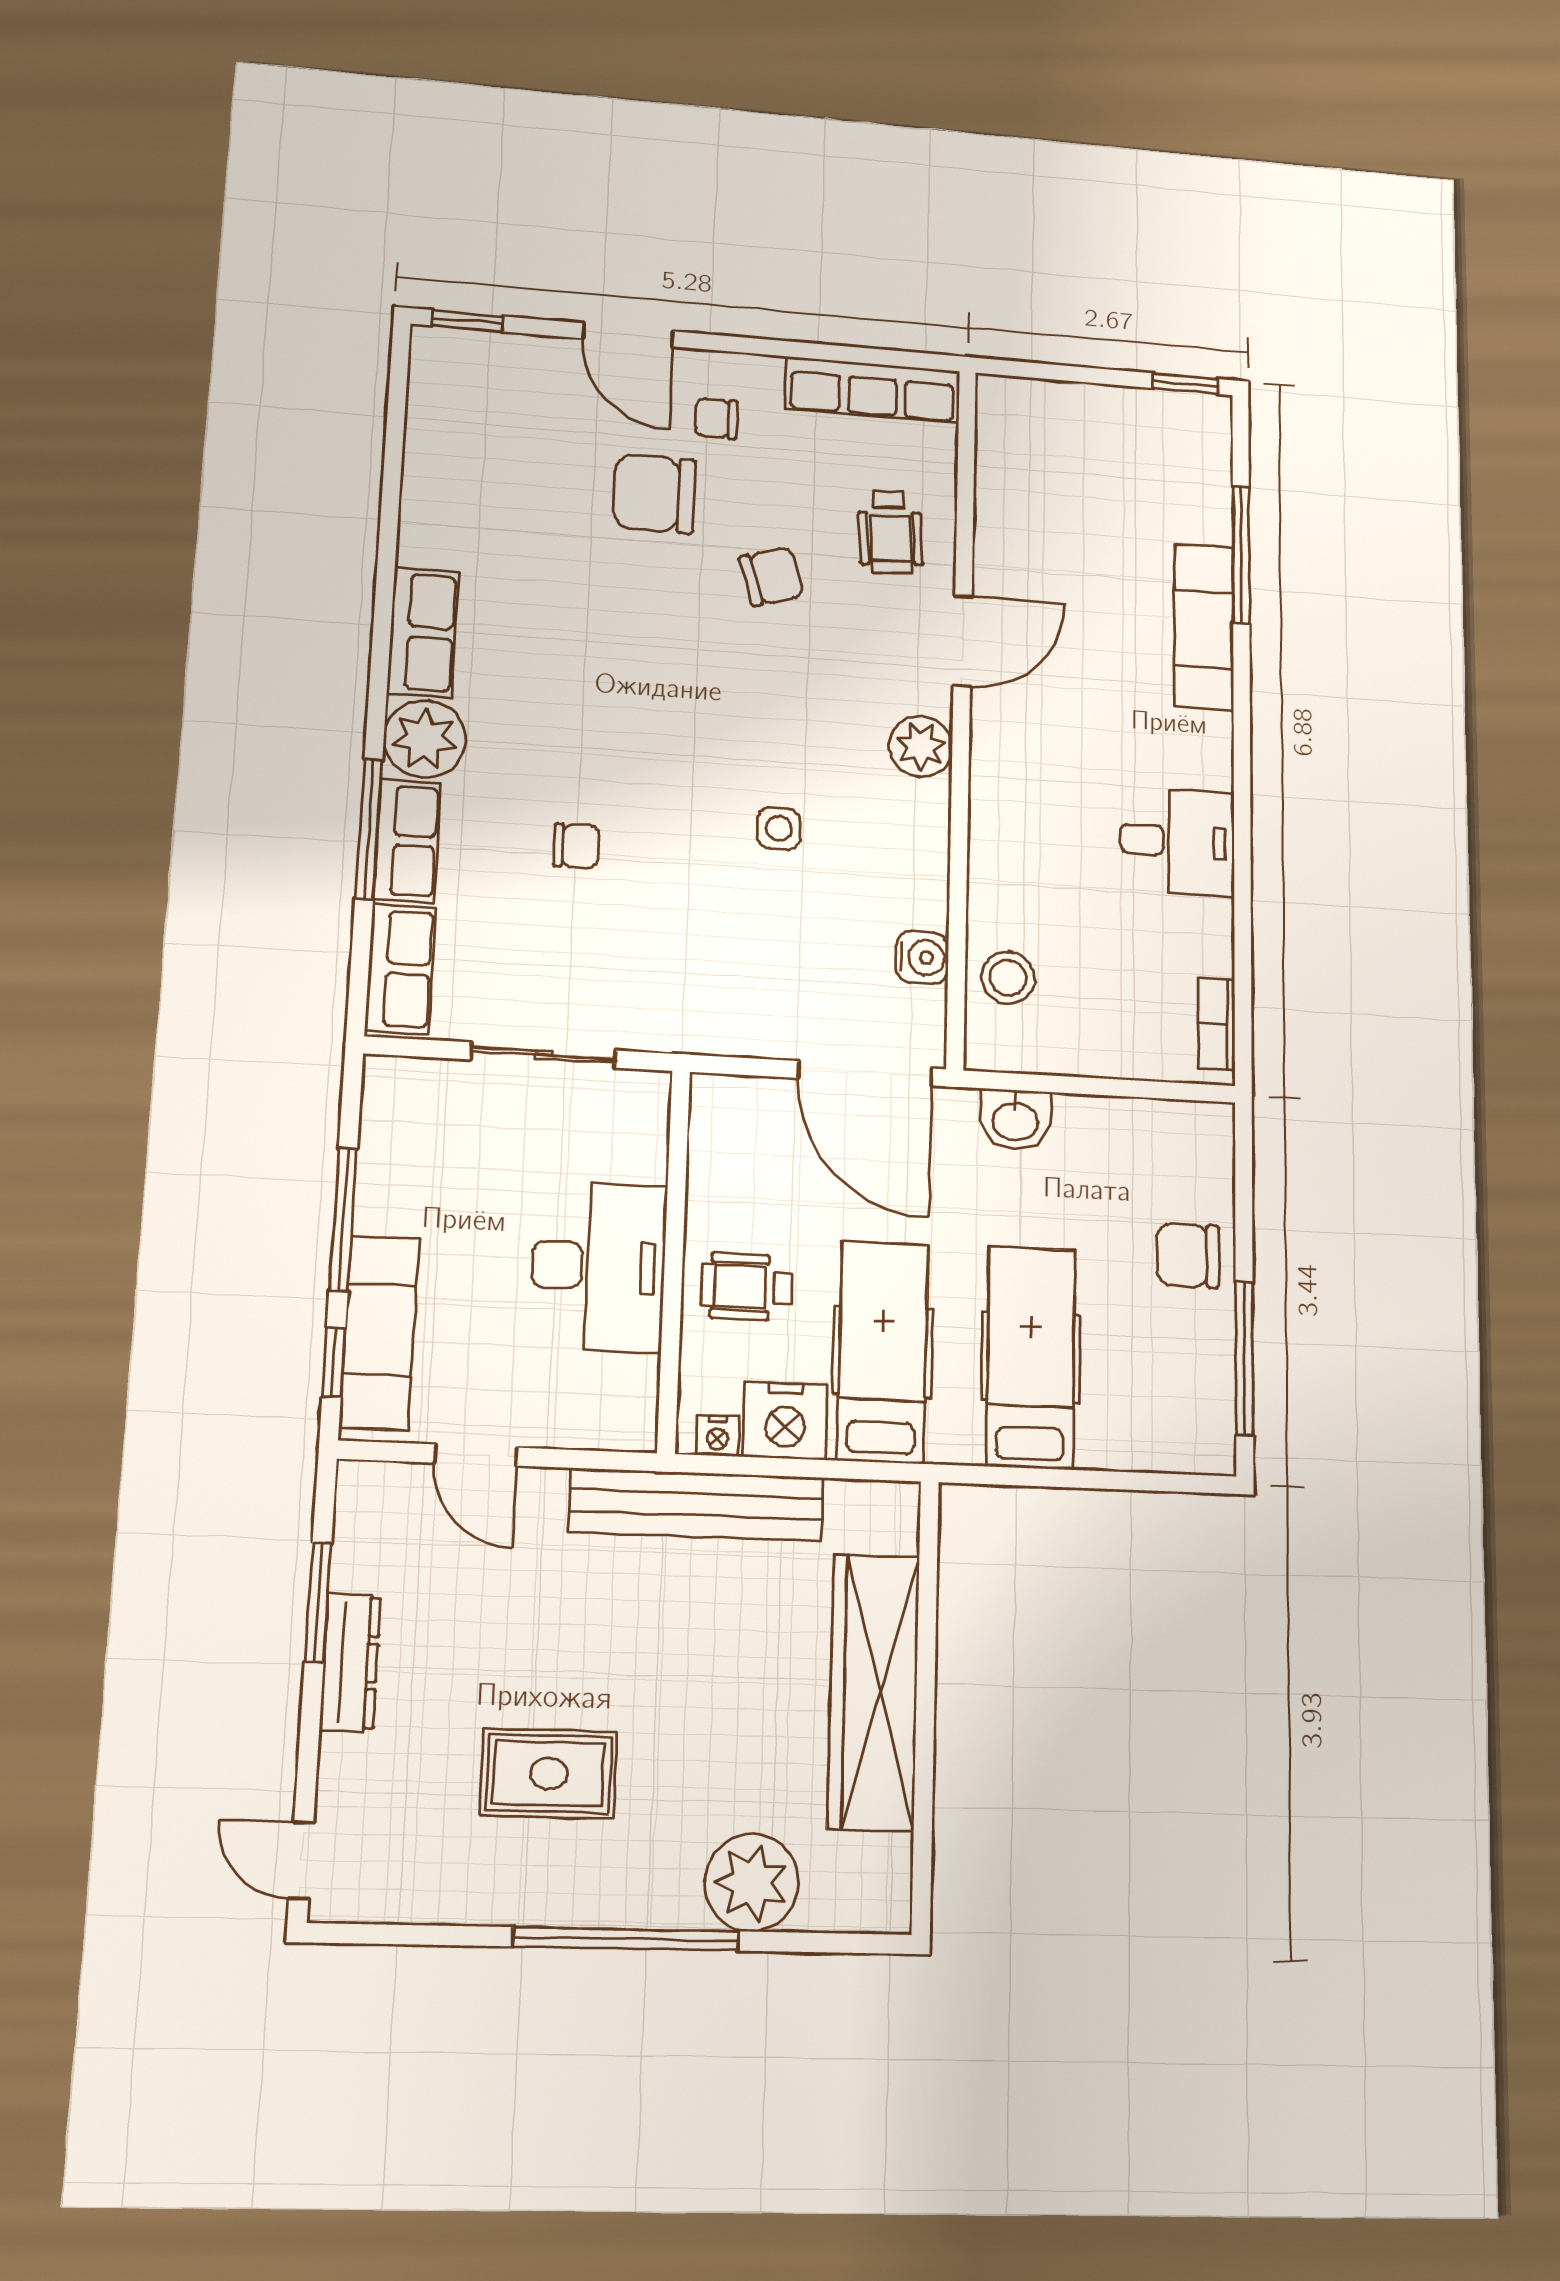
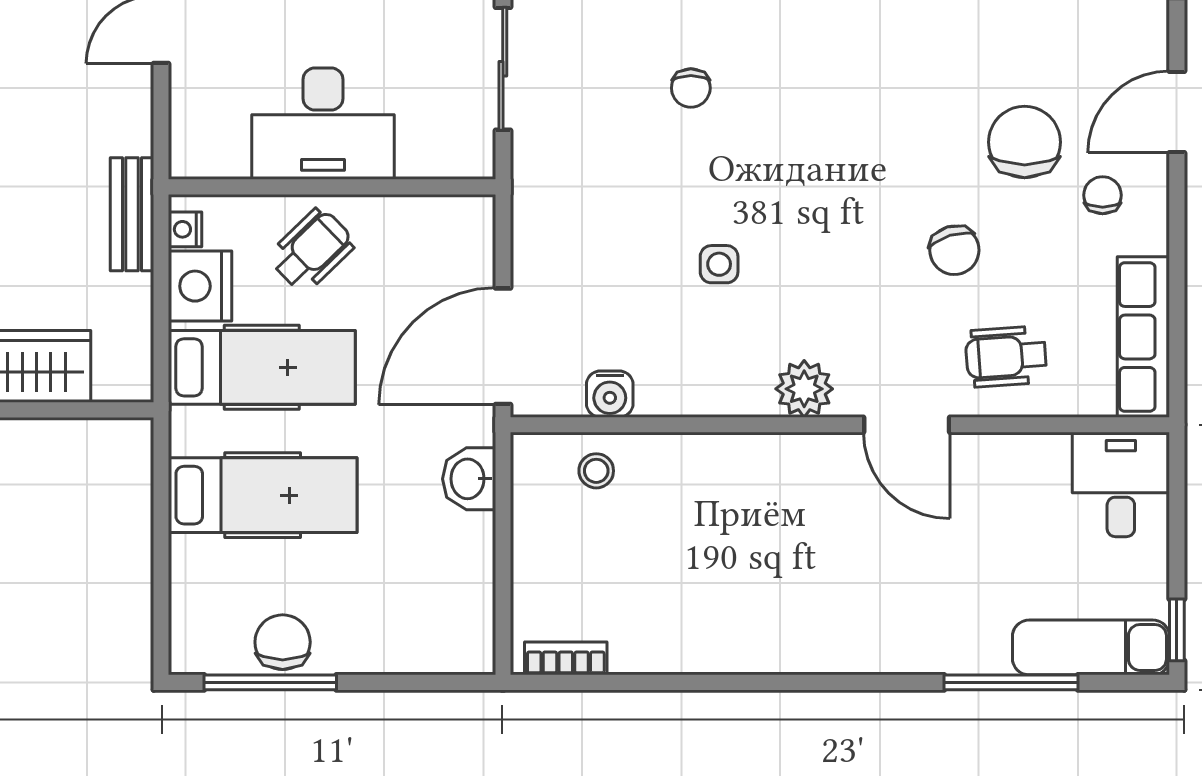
exam couch: (1204, 627) -> (1091, 647), moved
desk: (1177, 841) -> (1121, 484), moved, turned 180
stool: (1008, 978) -> (596, 471), width x0.73, depth x0.73
chair: (1188, 1255) -> (283, 642), moved
wheelchair: (747, 1287) -> (312, 250), turned 46
bench: (697, 1505) -> (132, 214), width x0.54, depth x0.82

